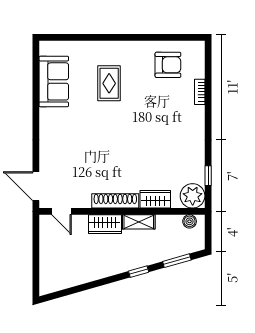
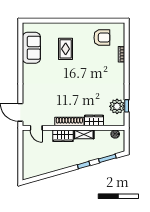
plant: (193, 196) -> (117, 106), moved

